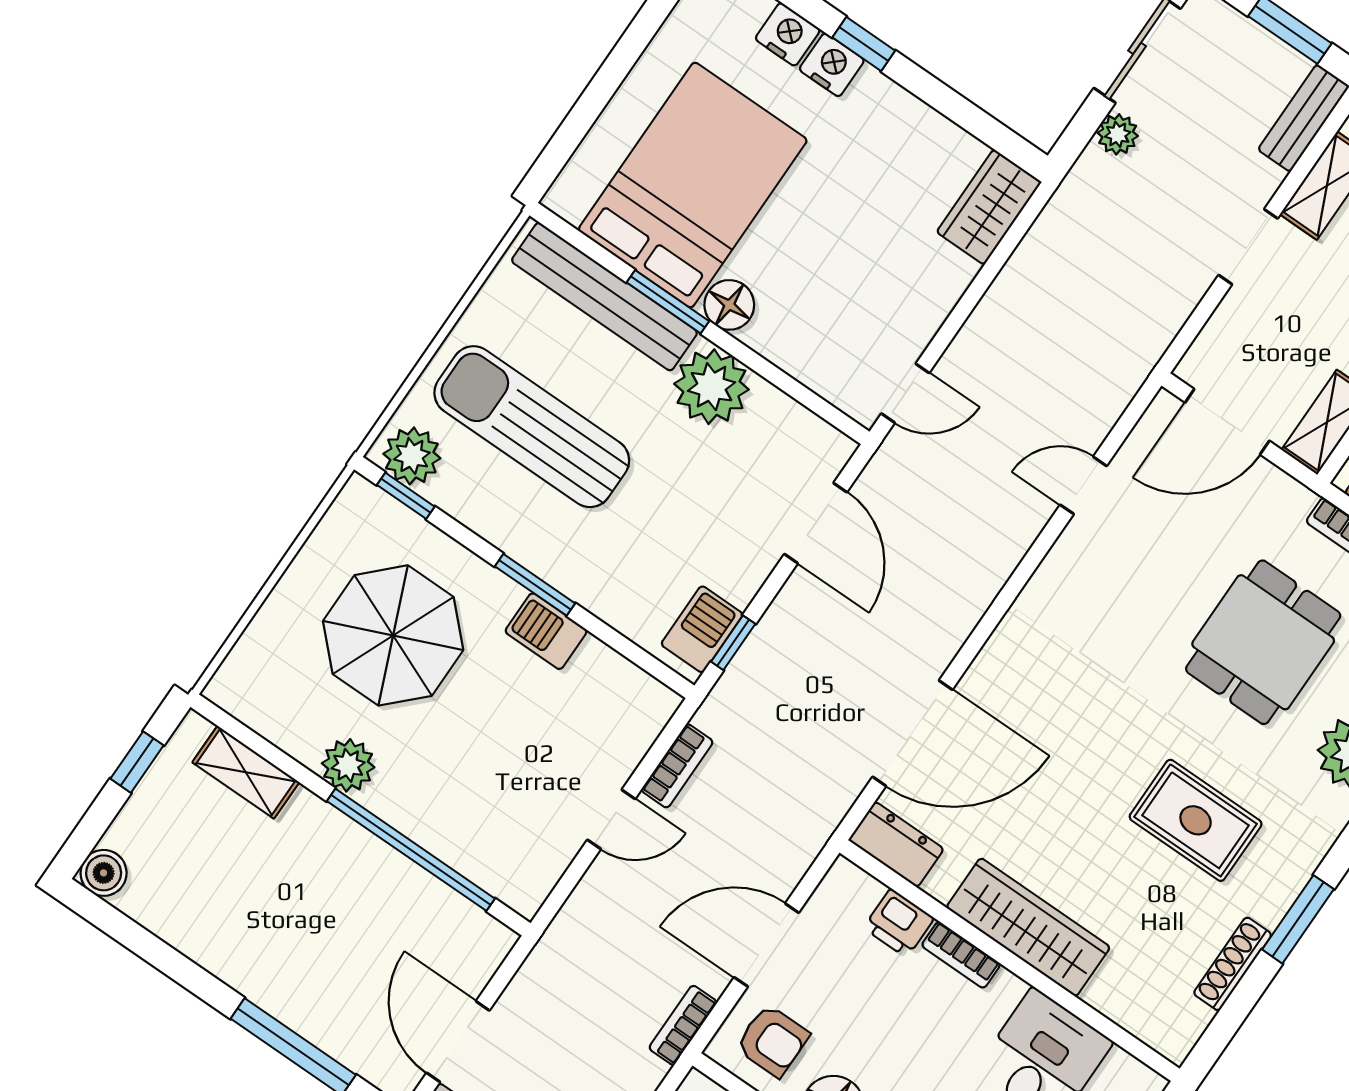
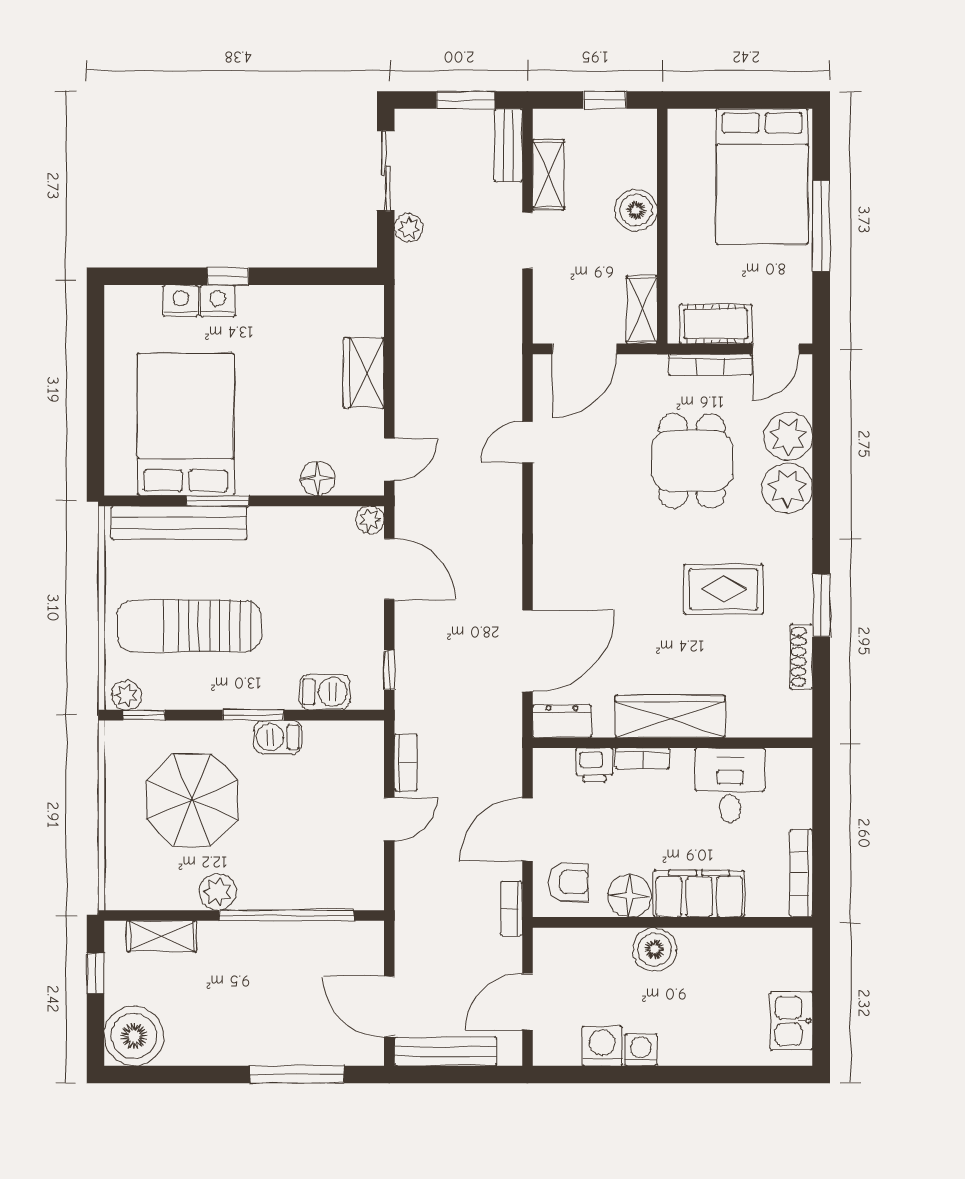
wardrobe: (989, 207) -> (364, 373), moved
floor lamp: (729, 305) -> (318, 478), moved
plant: (711, 387) -> (370, 520), moved, width x0.53, depth x0.53
plant: (412, 456) -> (127, 695), width x0.73, depth x0.73
barbecue: (702, 629) -> (325, 692), moved, turned 90
boiler: (104, 873) -> (134, 1036), width x1.86, depth x1.86

